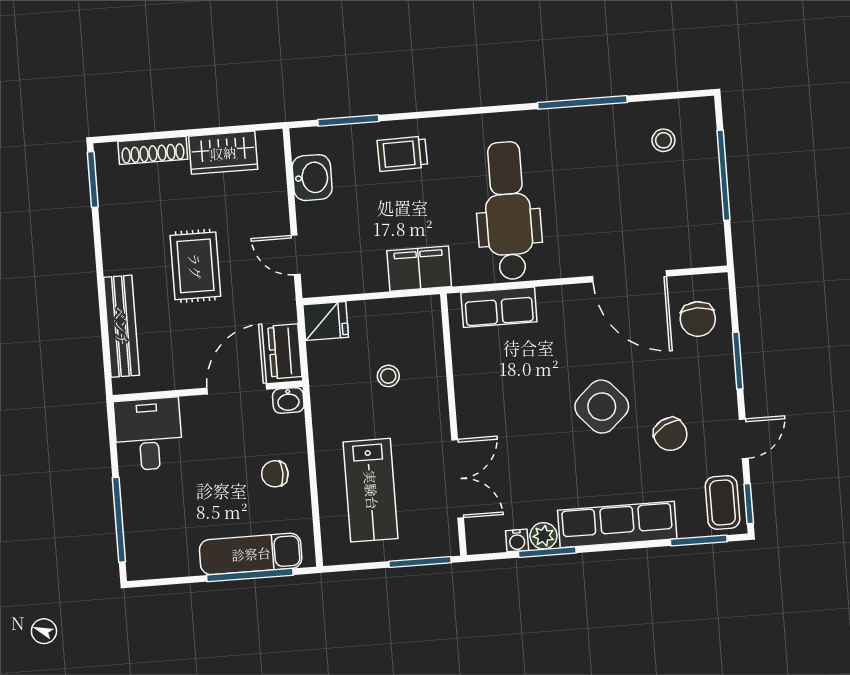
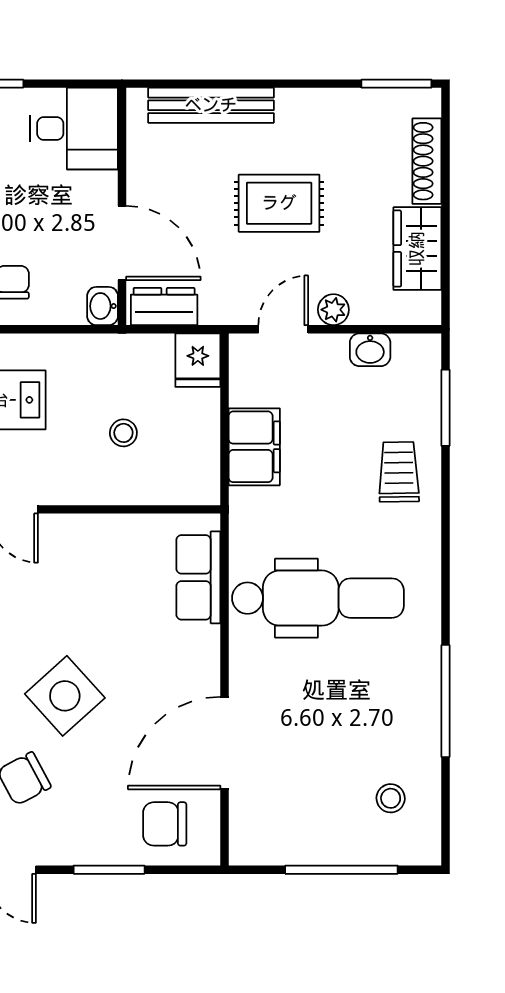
washbasin: (312, 178) -> (370, 350), width x0.72, depth x0.69
plant: (277, 216) -> (333, 310), added
filing cabinet: (419, 269) -> (254, 447), moved

